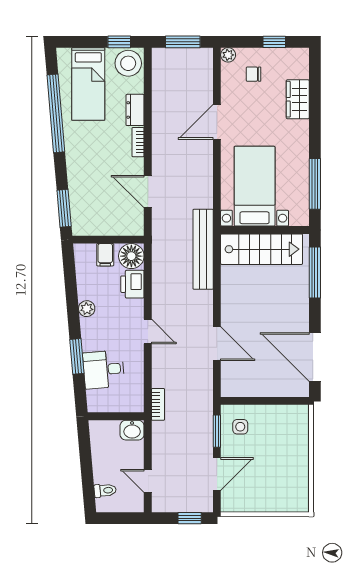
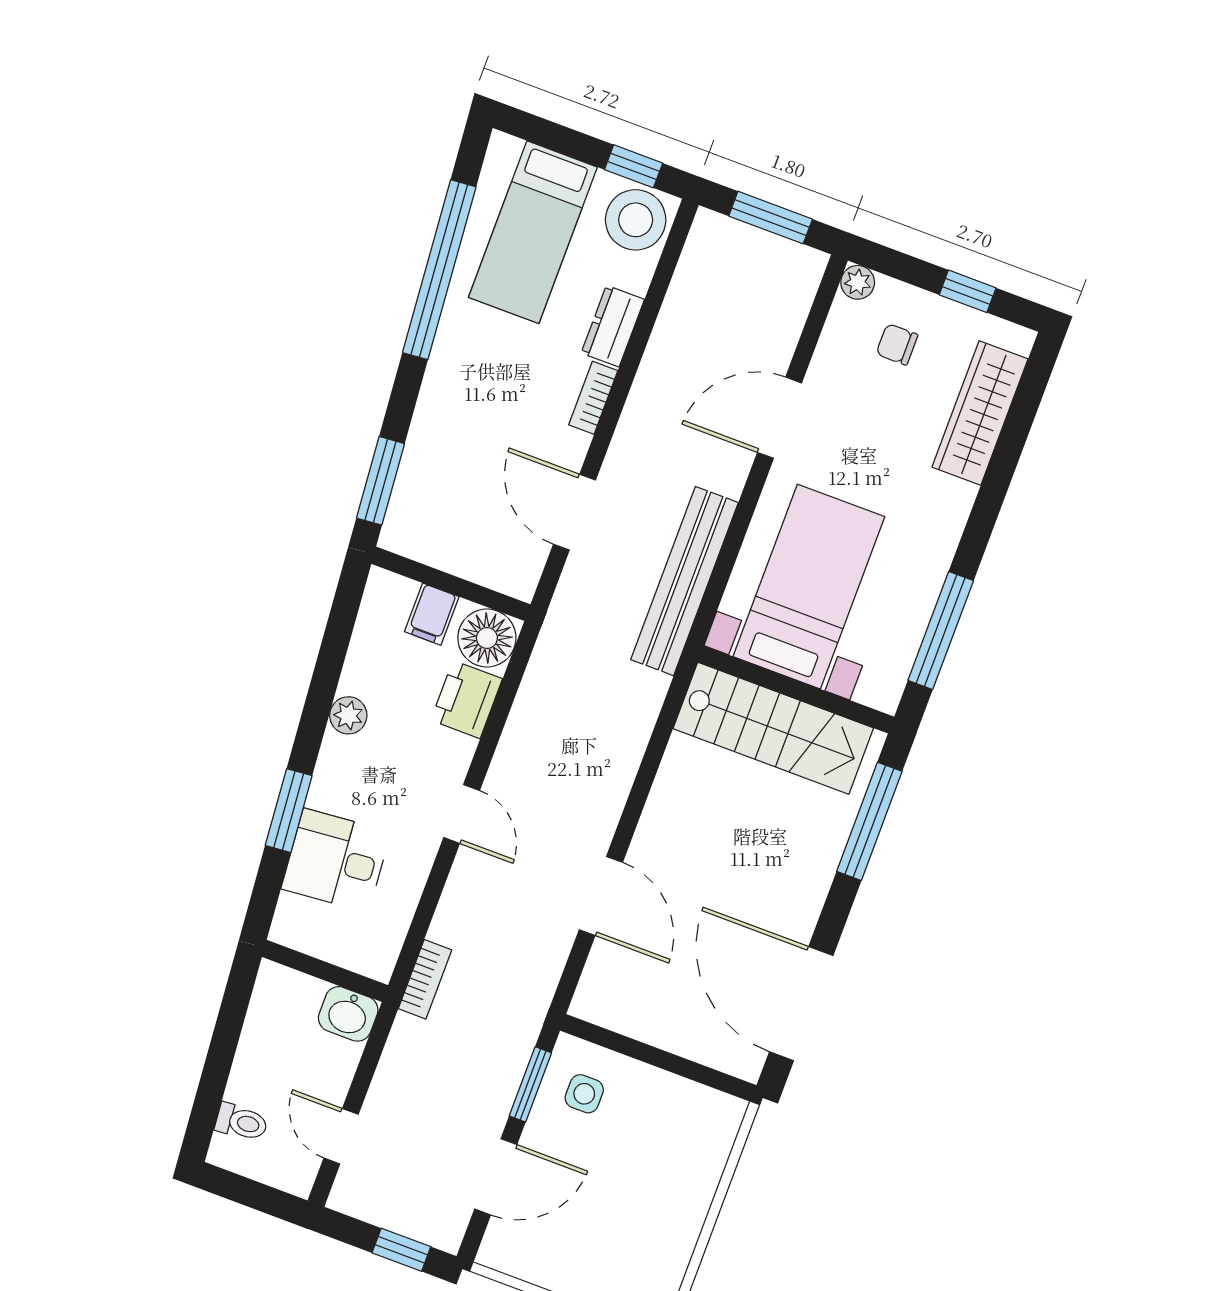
wardrobe: (298, 99) -> (980, 413), width x1.50
bench: (203, 249) -> (685, 581), moved

